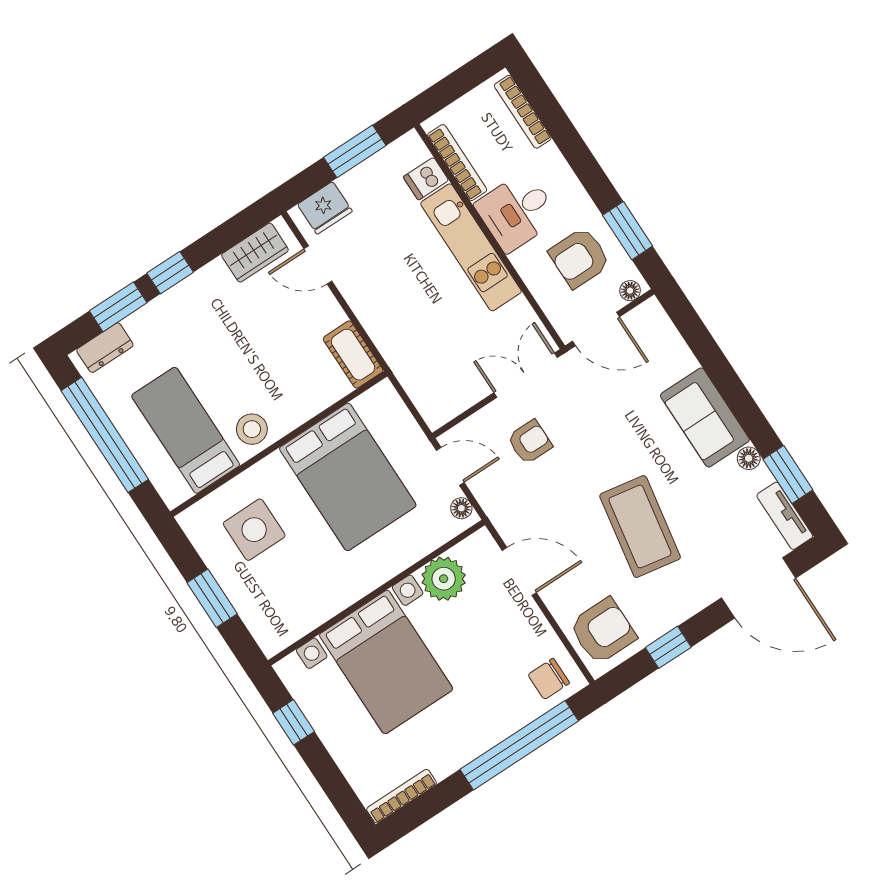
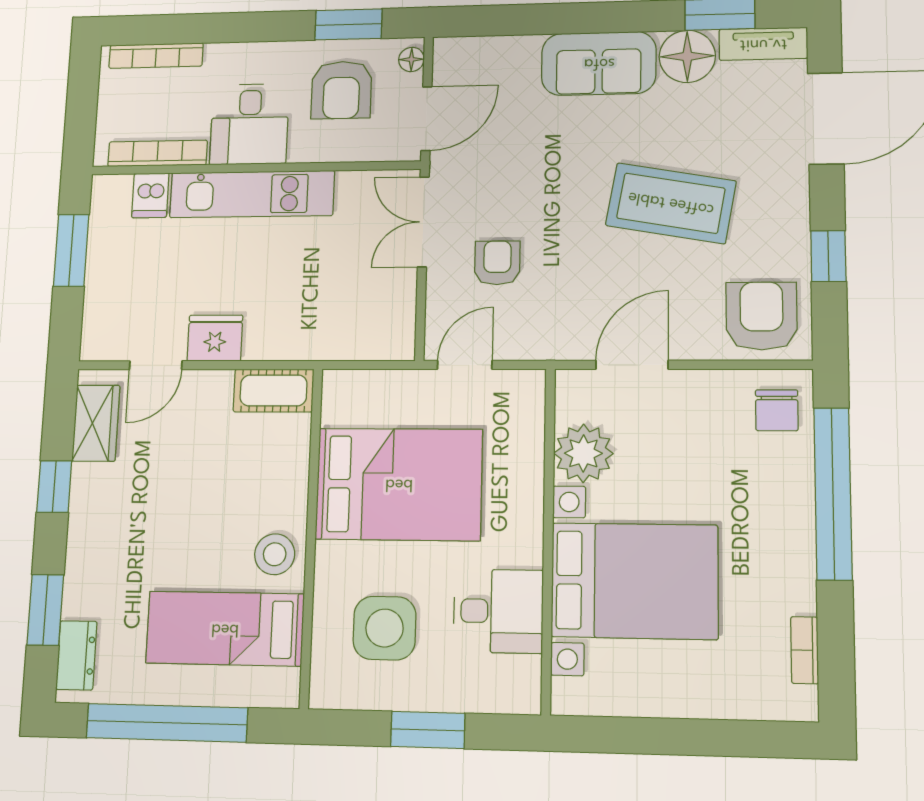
fridge: (325, 208) -> (215, 338), moved, turned -90
window: (170, 273) -> (54, 487), moved
floor lamp: (749, 458) -> (687, 56), width x1.89, depth x1.89
floor lamp: (461, 508) -> (519, 383), removed
desk: (312, 592) -> (498, 611), added
window: (294, 722) -> (633, 736), removed
bookcase: (402, 796) -> (805, 650), width x0.64

